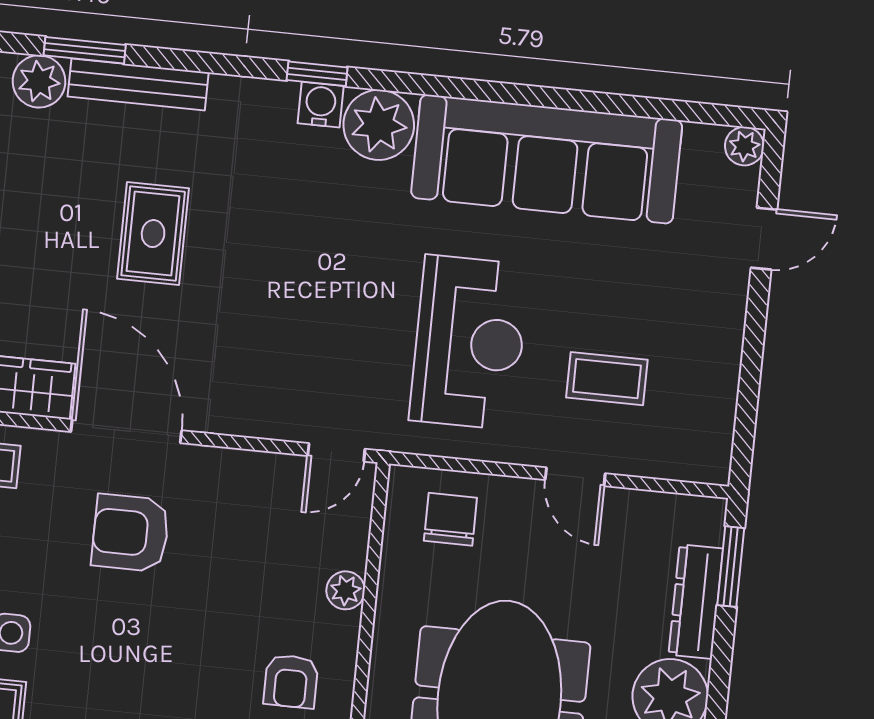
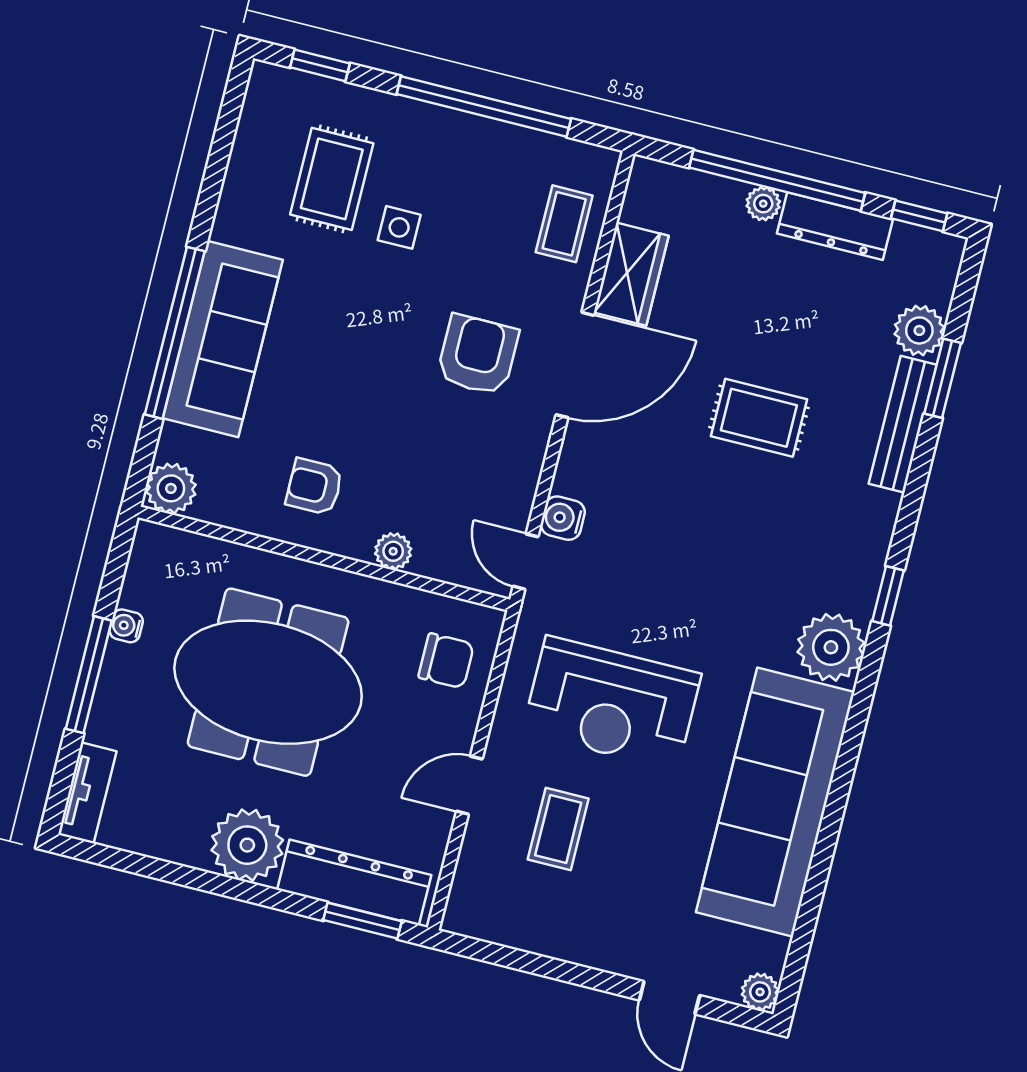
water cooler: (321, 105) -> (563, 518), moved, turned 180
dresser: (696, 602) -> (354, 882), width x1.37, depth x1.24

